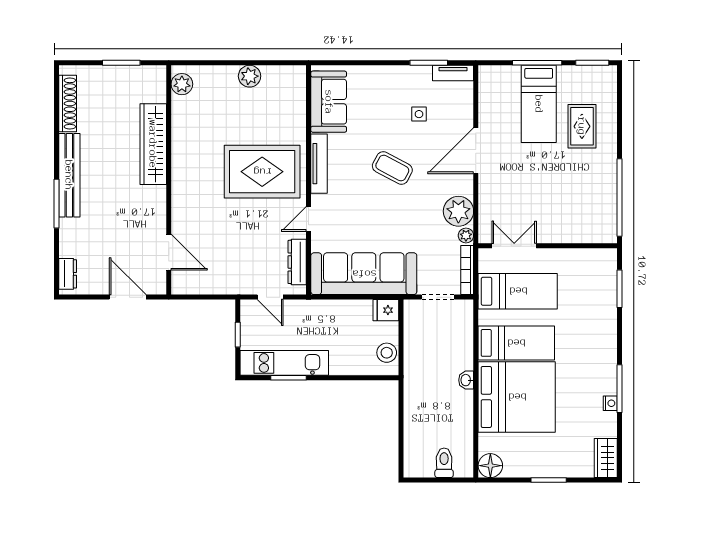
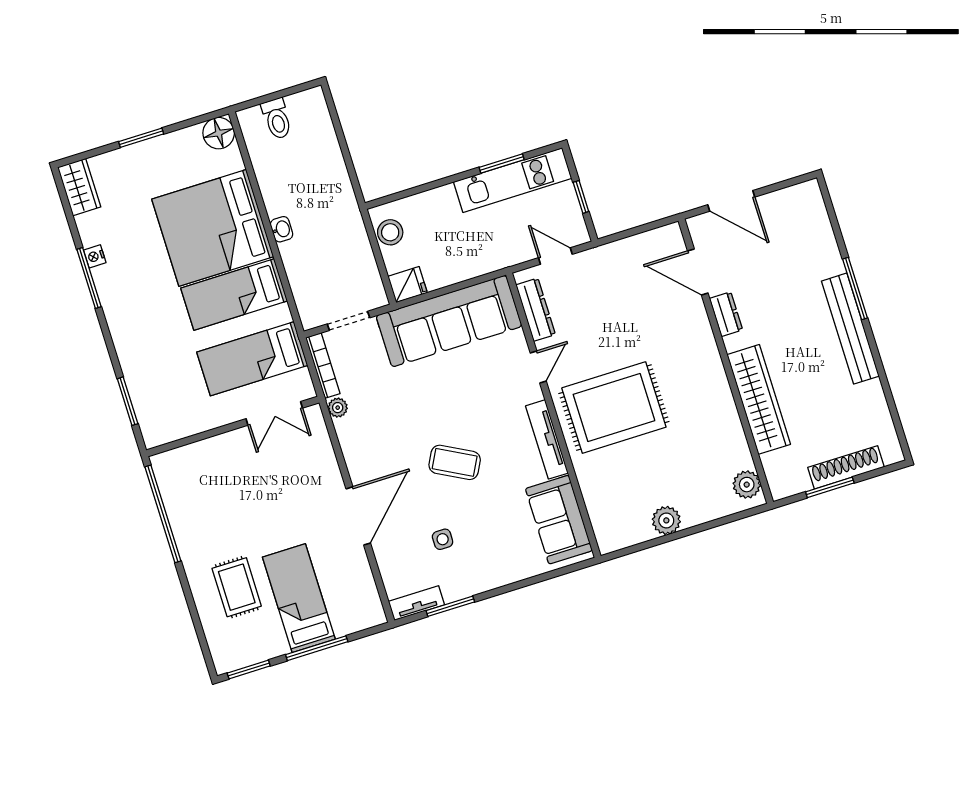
shoe rack: (68, 104) -> (846, 467), moved, turned 90
plant: (458, 211) -> (356, 435), removed
dresser: (68, 274) -> (726, 314), moved, turned 180

